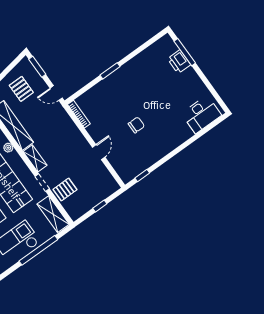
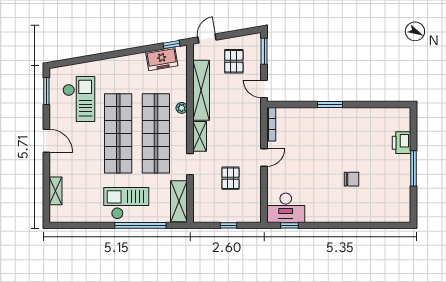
window: (185, 52) -> (413, 168), moved
desk: (201, 114) -> (286, 208), moved
chair: (136, 125) -> (352, 179), moved
door: (99, 152) -> (264, 157), moved
pallet: (65, 189) -> (230, 178), moved, turned 90

